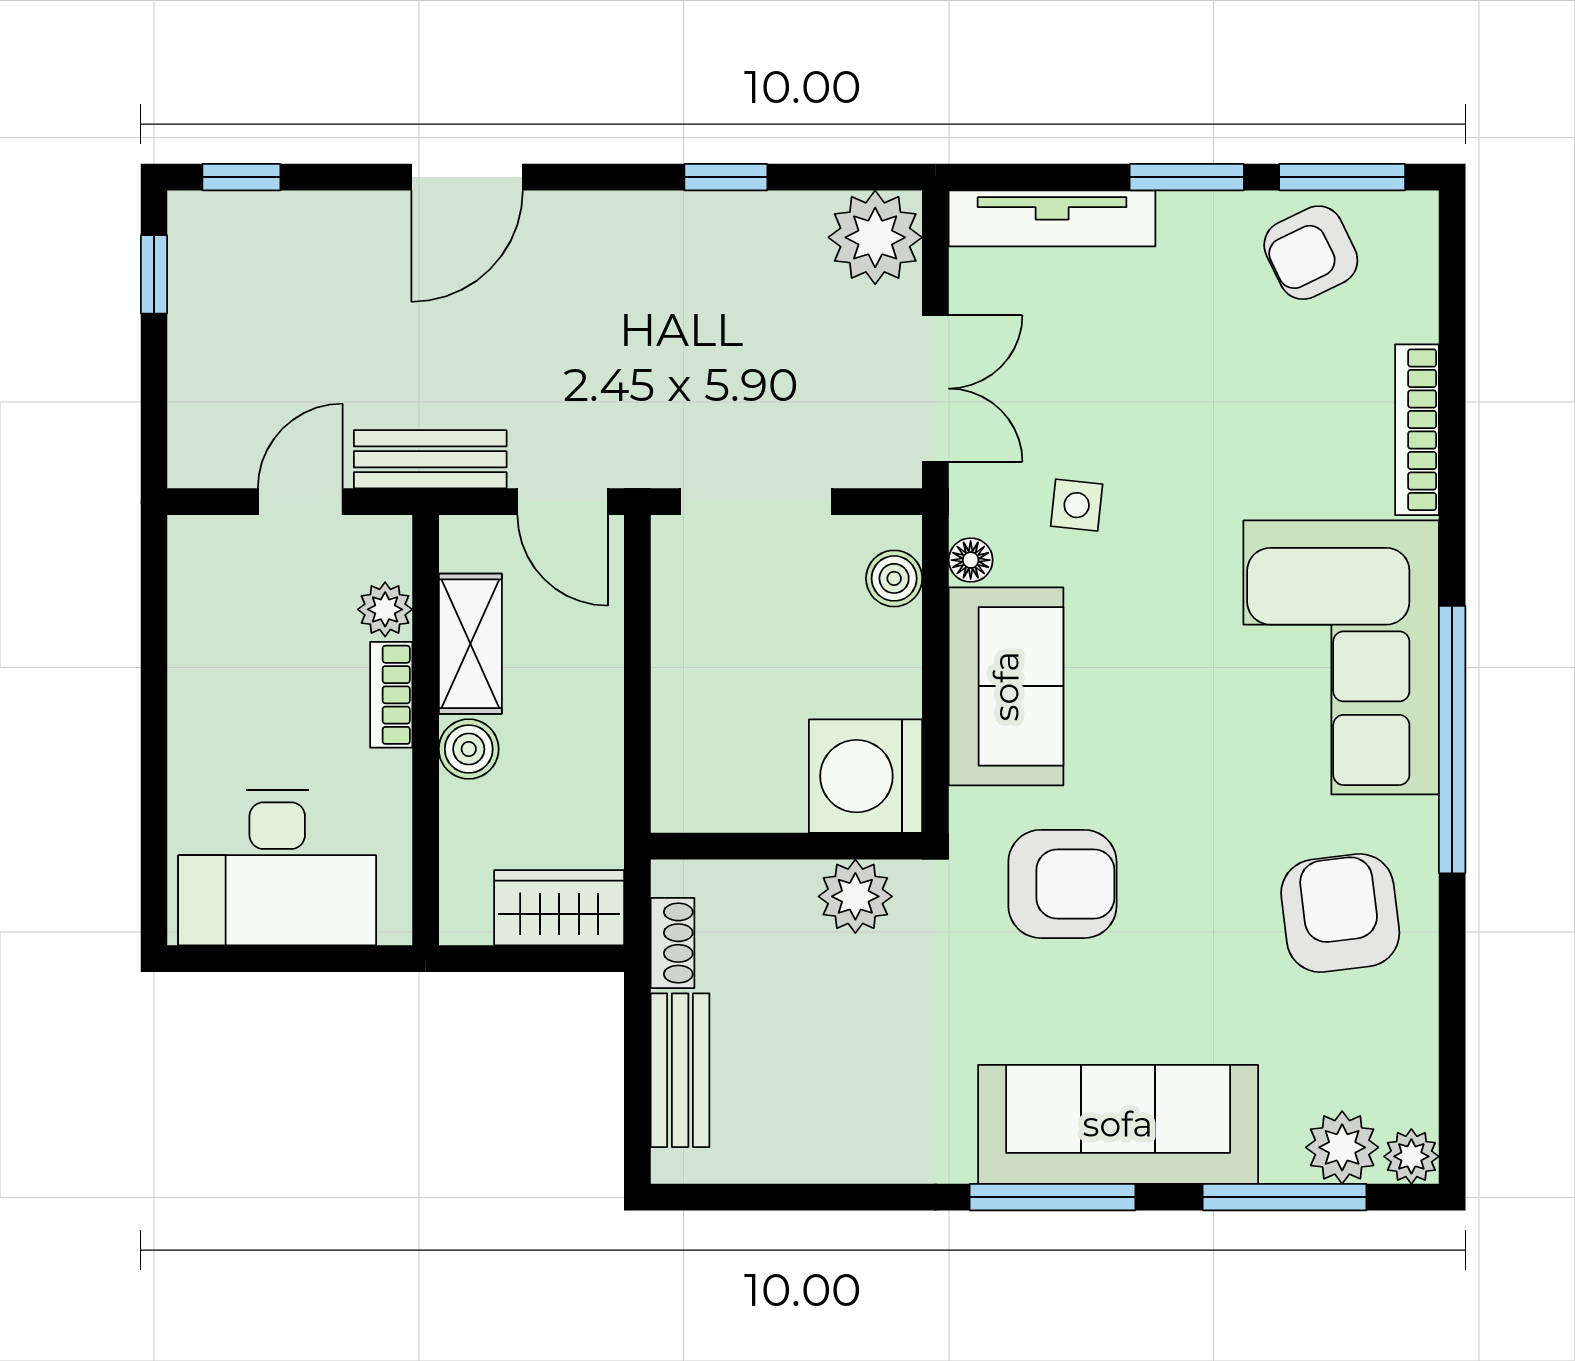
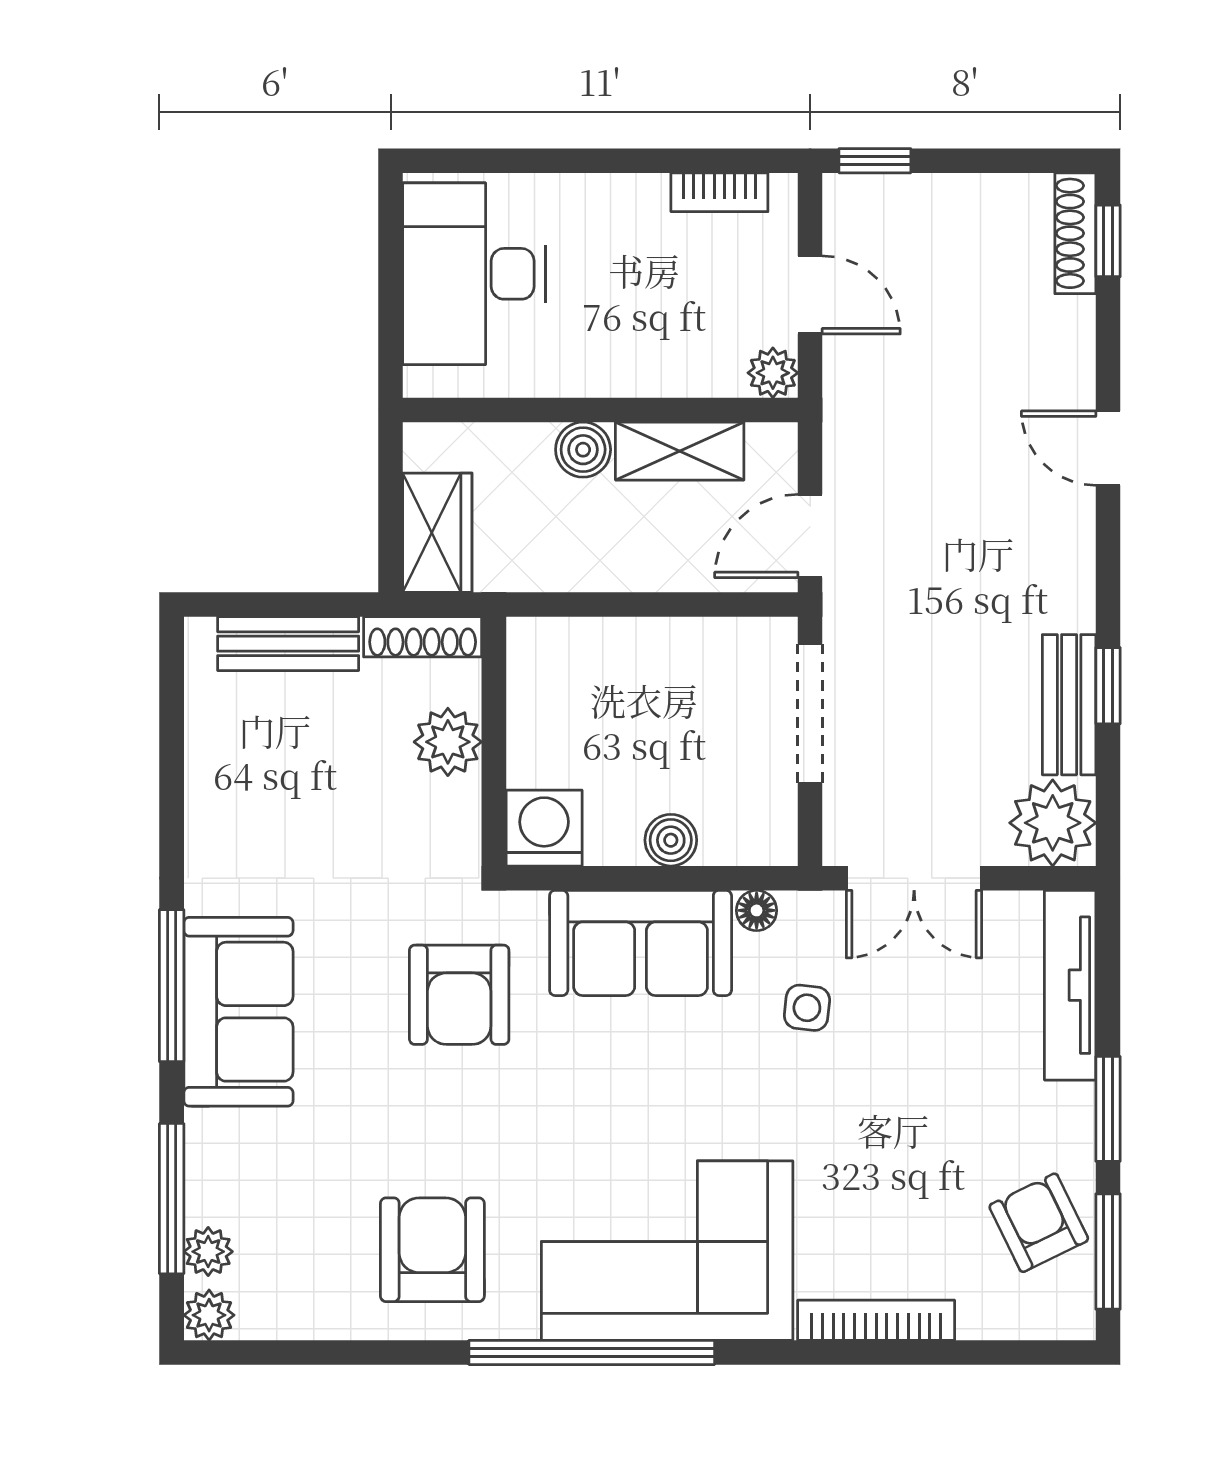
door: (467, 177) -> (1108, 448), width x0.73
shoe rack: (233, 213) -> (1075, 233), added
window: (154, 274) -> (875, 161), moved
bench: (430, 459) -> (1069, 705), moved
boiler: (894, 578) -> (671, 840), moved
plant: (385, 609) -> (773, 373), moved
bookcase: (391, 695) -> (719, 192), moved, turned 180
washing machine: (866, 776) -> (544, 828), width x0.73, depth x0.73
plant: (855, 896) -> (448, 742), moved
armchair: (1340, 913) -> (432, 1250), turned -83
shoe rack: (673, 943) -> (423, 637), width x1.43
sofa: (1118, 1124) -> (238, 1012), width x0.73
plant: (1342, 1147) -> (208, 1252), width x0.73, depth x0.73

